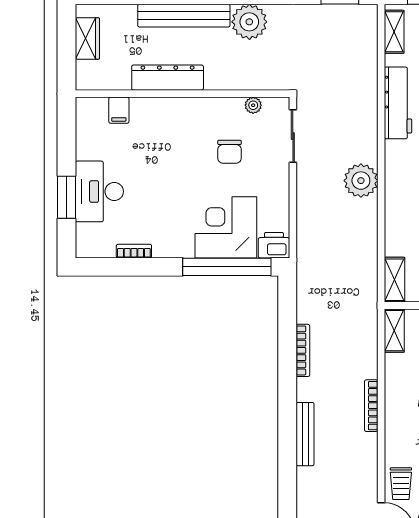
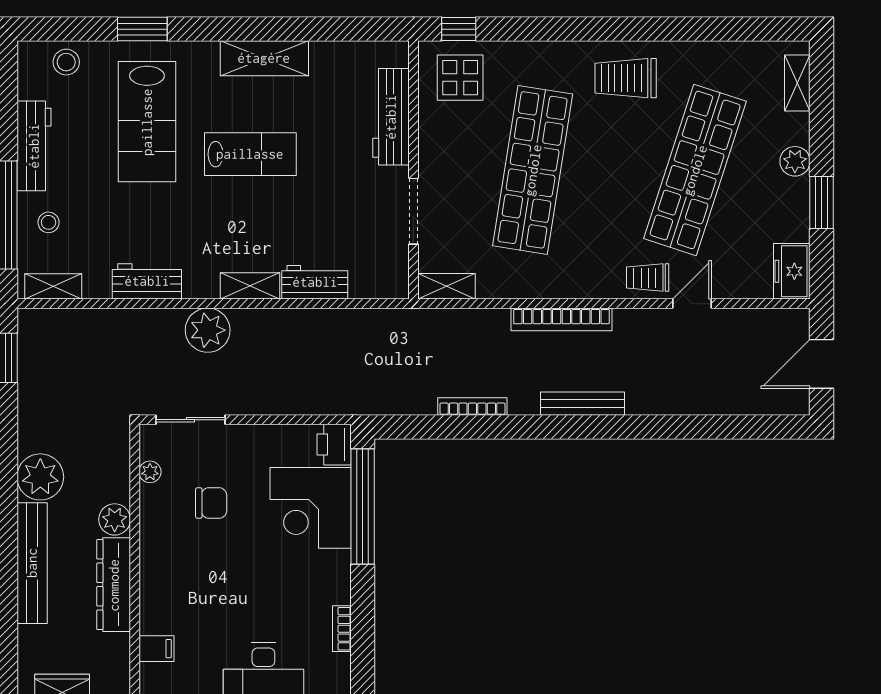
plant: (217, 78) -> (115, 519), added
workbench: (398, 103) -> (147, 281), width x0.73
plant: (361, 181) -> (208, 330), moved
workbench: (397, 230) -> (315, 282), added
shelving: (395, 280) -> (250, 286), moved
bookcase: (371, 406) -> (562, 319), width x1.48, depth x1.31
trolley: (401, 484) -> (648, 278), turned 180

